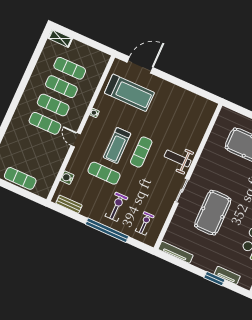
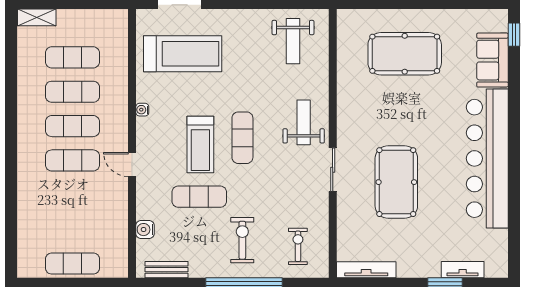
weight bench: (191, 113) -> (293, 41), added
weight bench: (178, 158) -> (304, 122), turned 90

